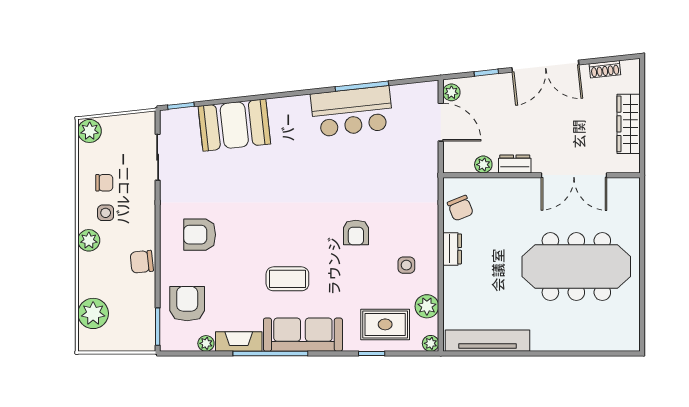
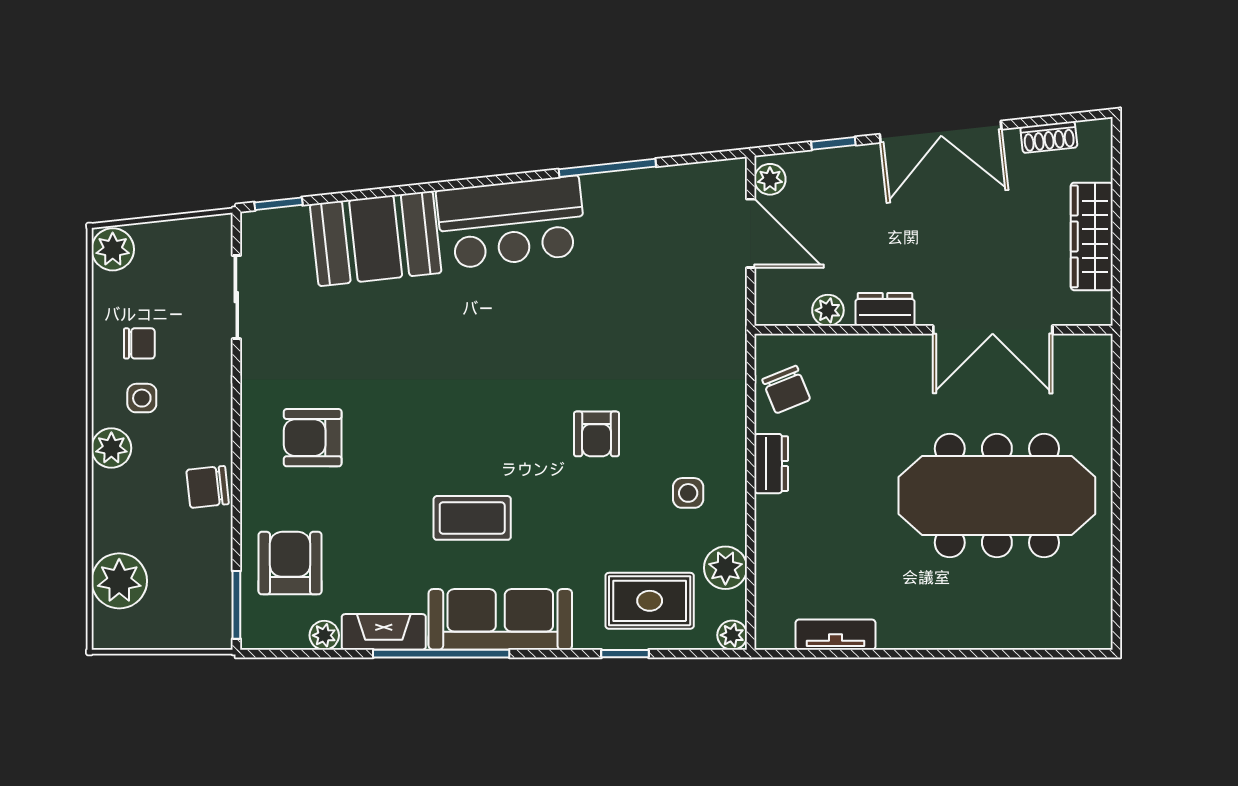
bar counter: (352, 111) -> (511, 222), moved
tv unit: (487, 341) -> (836, 635), width x0.52, depth x0.78

